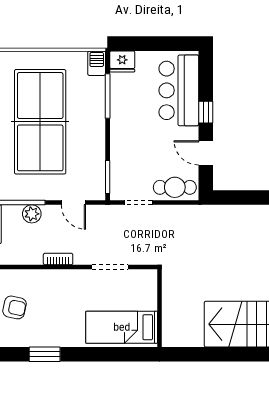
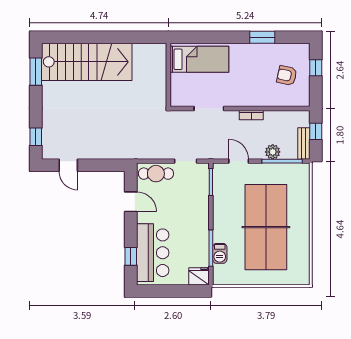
barbecue: (97, 63) -> (220, 253), moved
window: (206, 112) -> (131, 256), moved

